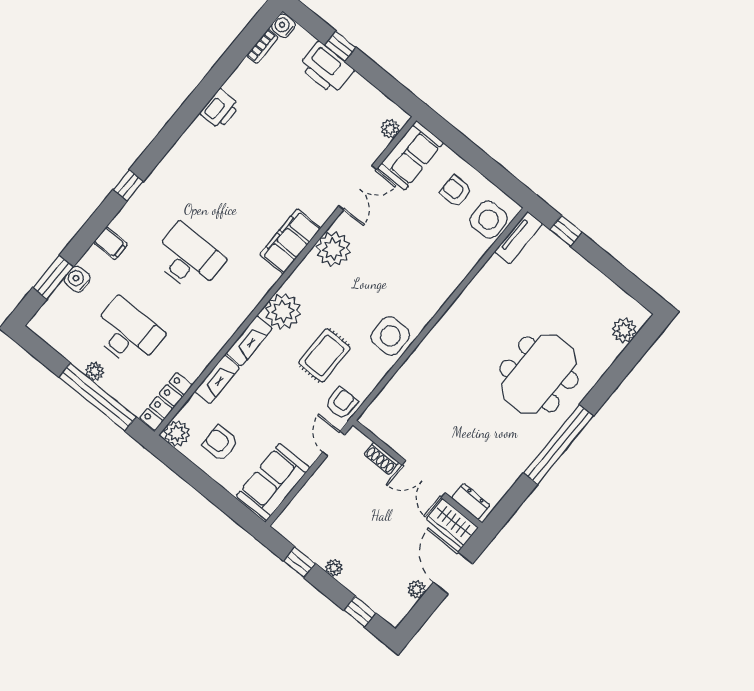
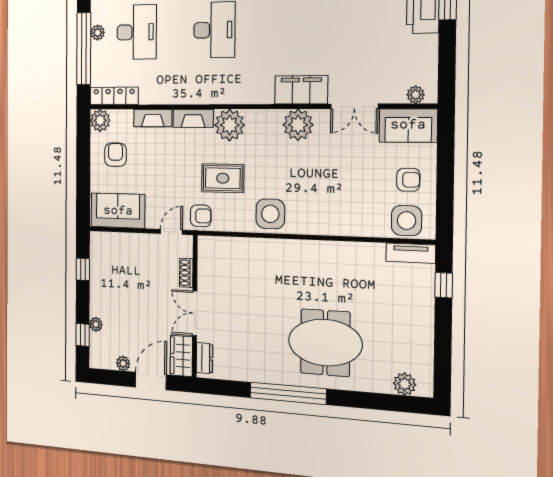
armchair: (456, 191) -> (408, 180), turned 90
filing cabinet: (290, 241) -> (301, 90), moved
plant: (334, 568) -> (96, 324), moved

